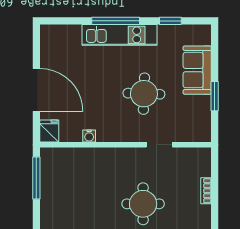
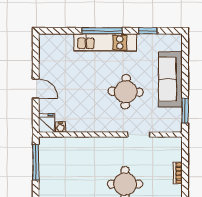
sofa: (197, 70) -> (170, 79), width x1.36
door: (36, 90) -> (36, 89), width x0.53
window: (215, 96) -> (185, 111), moved
water cooler: (89, 136) -> (61, 127), moved

